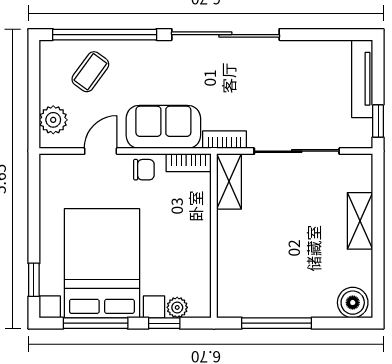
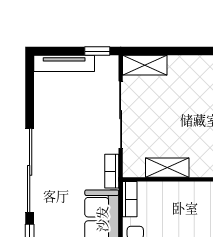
shelving: (229, 181) -> (167, 168), moved
shelving: (360, 221) -> (145, 65), moved

